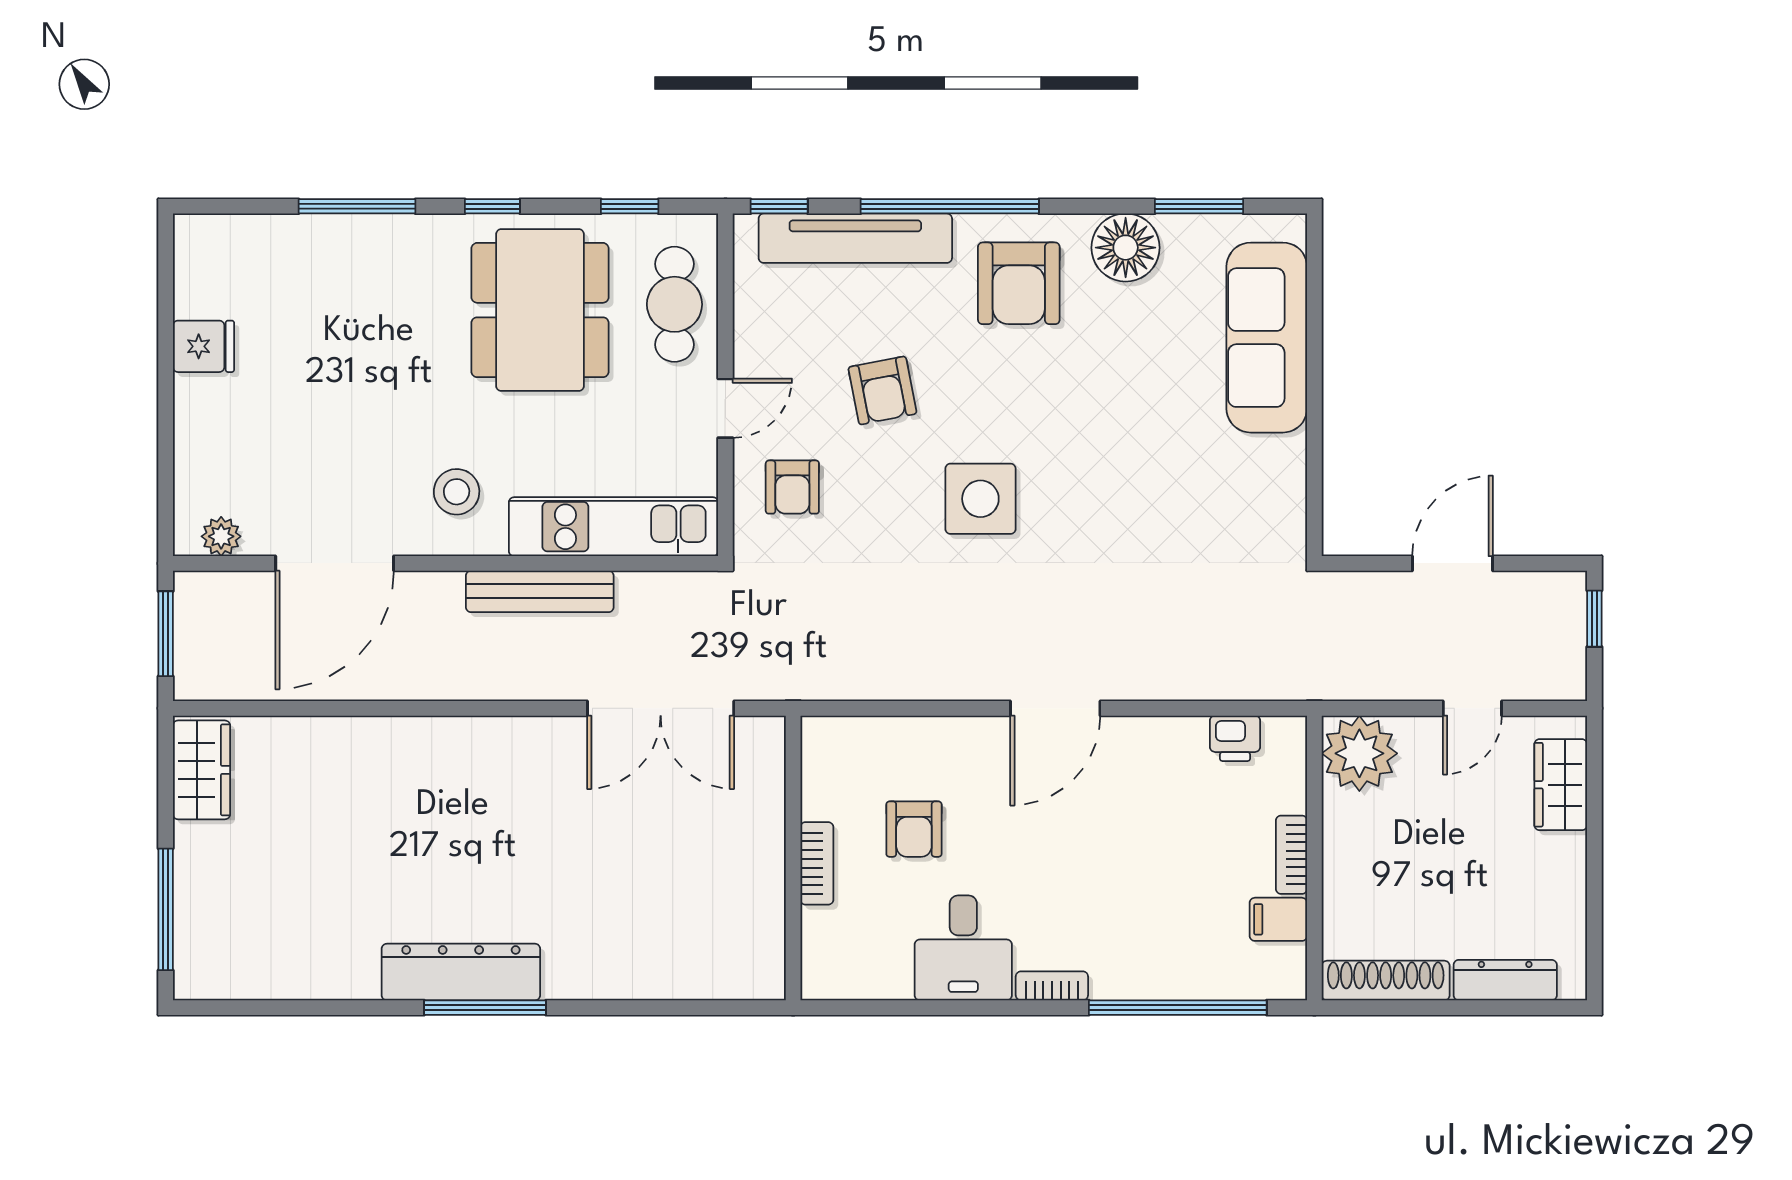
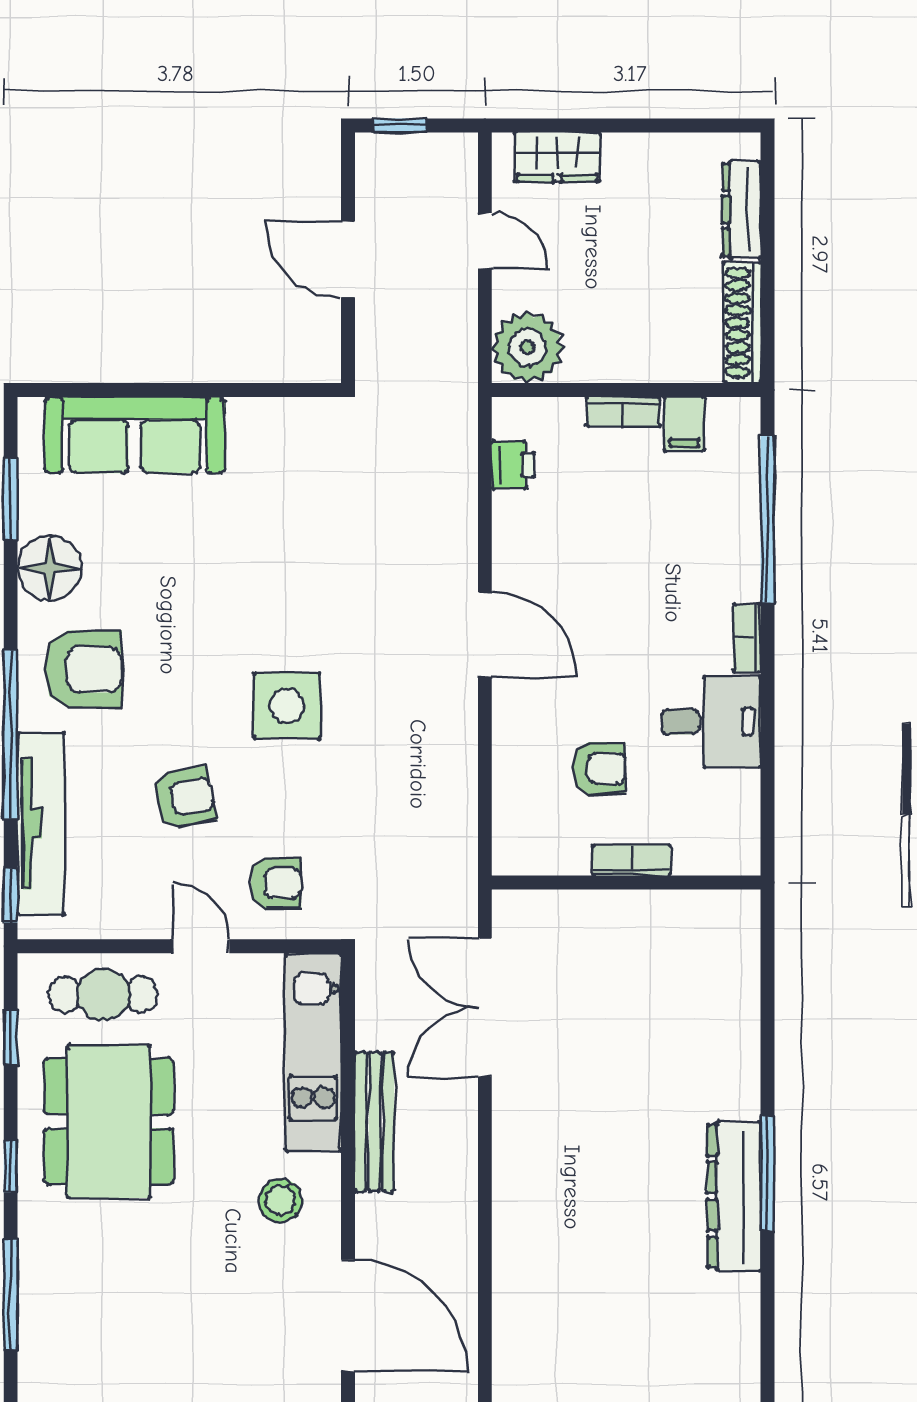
dining table: (540, 310) -> (109, 1121), turned 90
double door: (661, 708) -> (485, 1008), swing flipped

